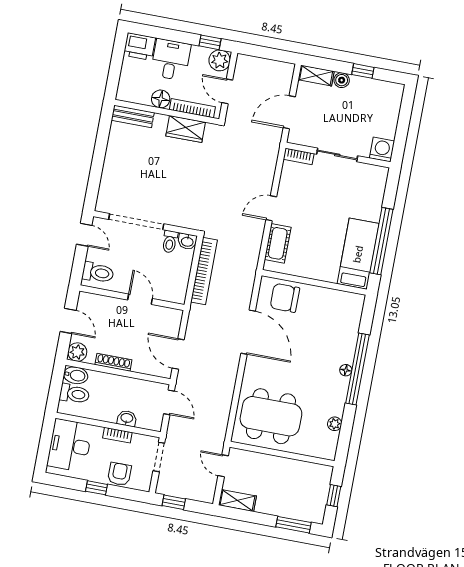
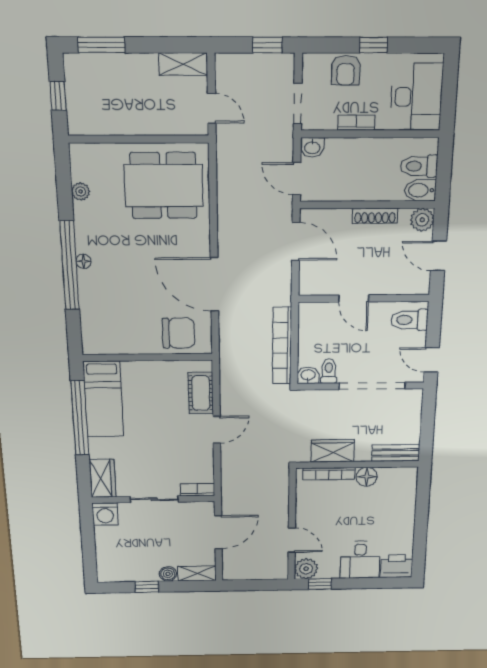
floor lamp: (161, 99) -> (367, 477), moved
bookcase: (192, 108) -> (329, 474), moved
wall: (167, 112) -> (357, 465), moved
bench: (133, 116) -> (396, 453), moved
wardrobe: (186, 129) -> (333, 451), moved
wardrobe: (376, 183) -> (103, 478), added
washbasin: (127, 418) -> (312, 147), moved

